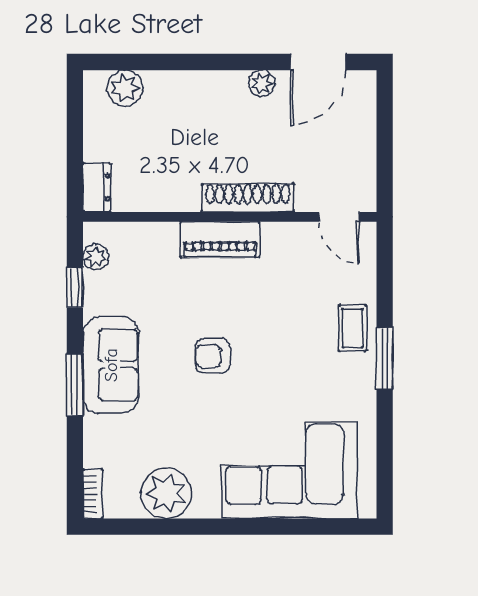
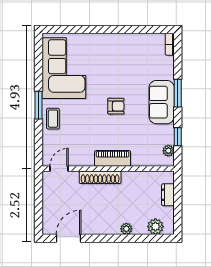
plant: (262, 83) -> (126, 229), moved
dresser: (97, 187) -> (168, 195), moved
door: (339, 217) -> (59, 169), hinge flipped
corner sofa: (289, 470) -> (64, 68), moved, turned -90
plant: (166, 493) -> (137, 44), removed

